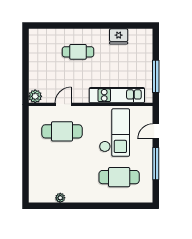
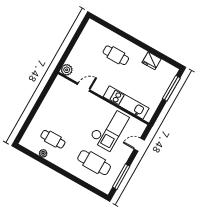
window: (156, 76) -> (171, 88), moved
cafe table: (62, 131) -> (53, 139), moved, width x0.73, depth x0.74
window: (156, 164) -> (121, 177), moved

